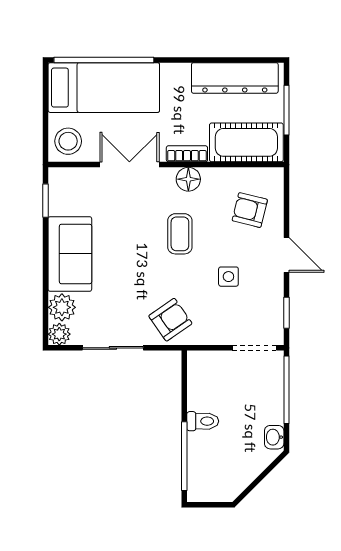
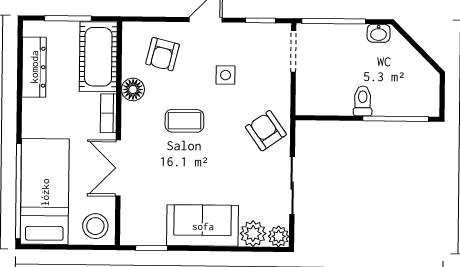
dresser: (235, 78) -> (34, 67), width x0.73, depth x0.80
floor lamp: (188, 179) -> (133, 89), moved

